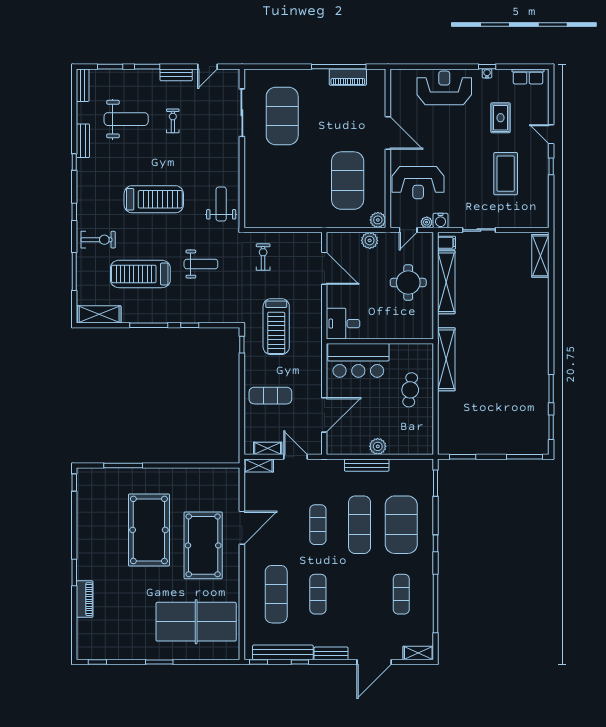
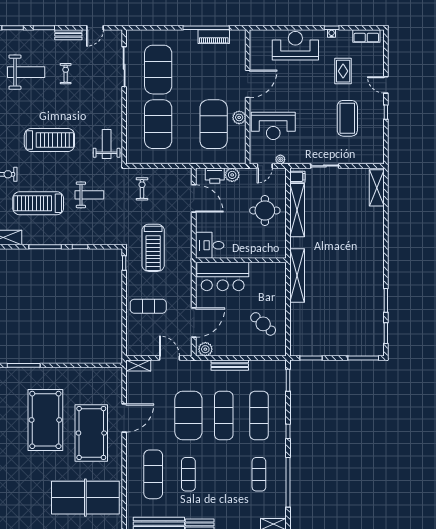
door: (388, 133) -> (248, 84), hinge flipped
exercise mat: (282, 181) -> (158, 124), added
plant: (378, 220) -> (239, 117), moved
water cooler: (441, 220) -> (292, 158), removed
printer: (349, 241) -> (215, 176), added
cafe table: (410, 390) -> (263, 324), moved, turned -56
plant: (378, 446) -> (205, 349), moved
shelving: (268, 448) -> (146, 351), removed
exercise mat: (318, 525) -> (188, 415), width x2.00, depth x1.45
exercise mat: (401, 525) -> (259, 415), width x0.68

